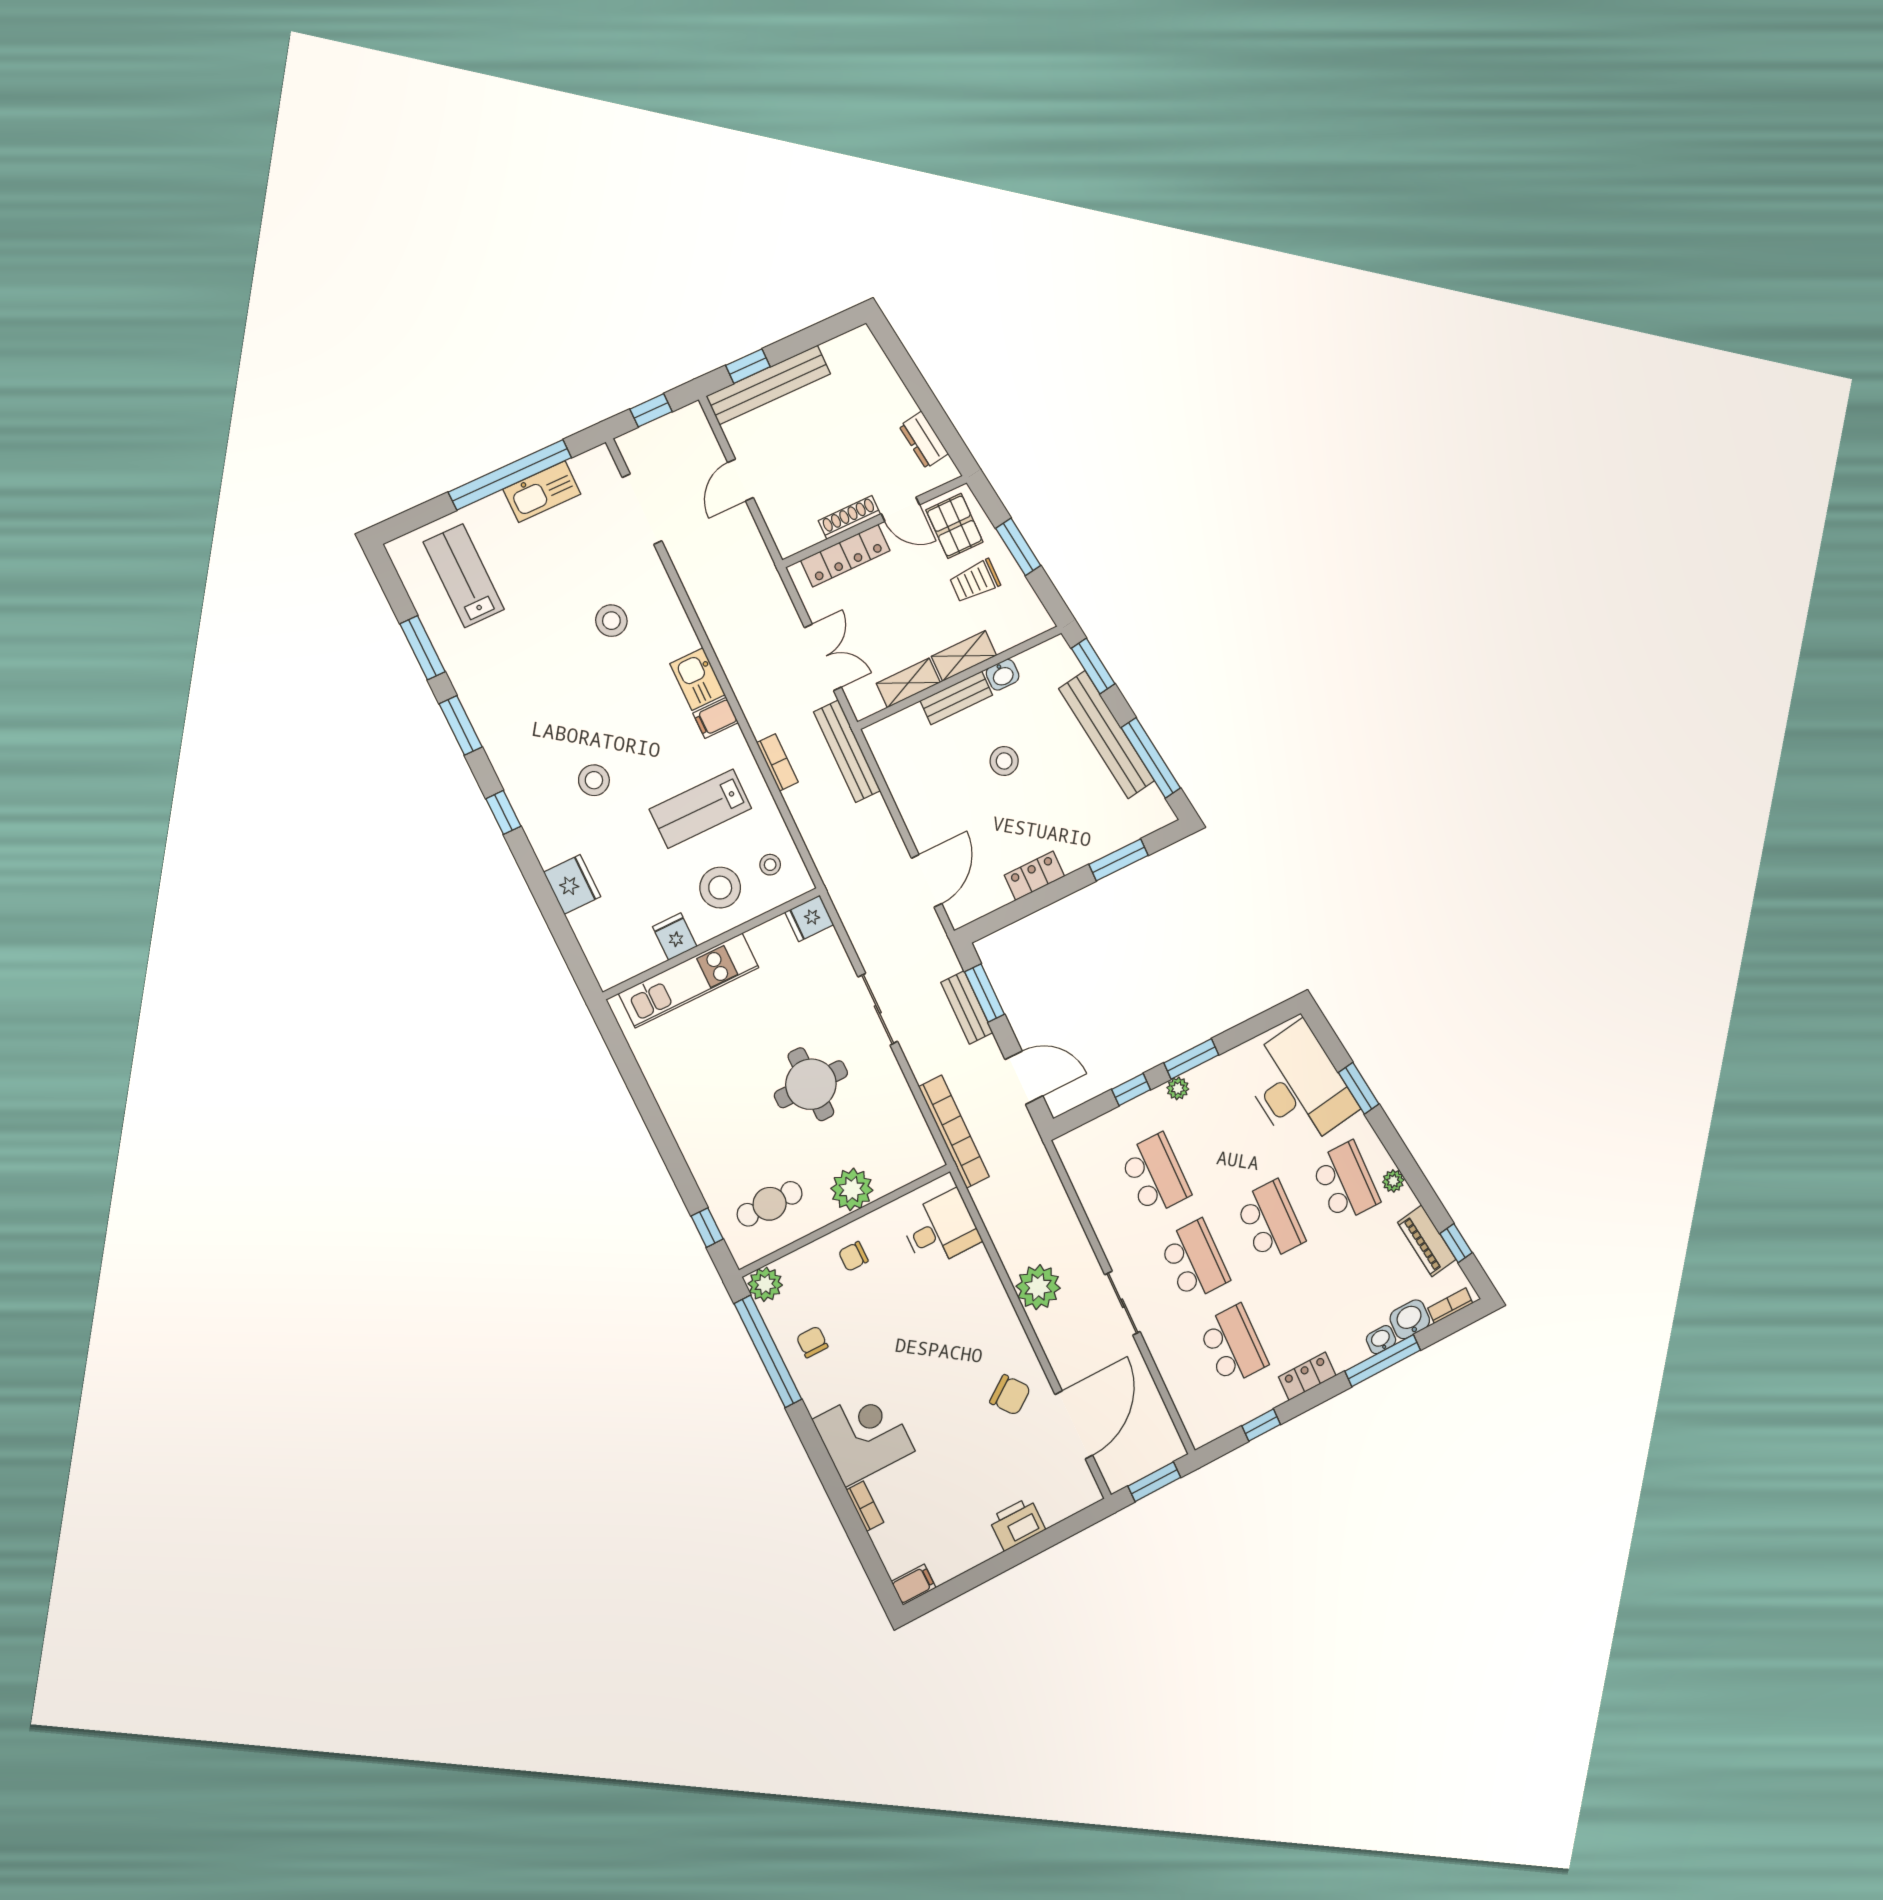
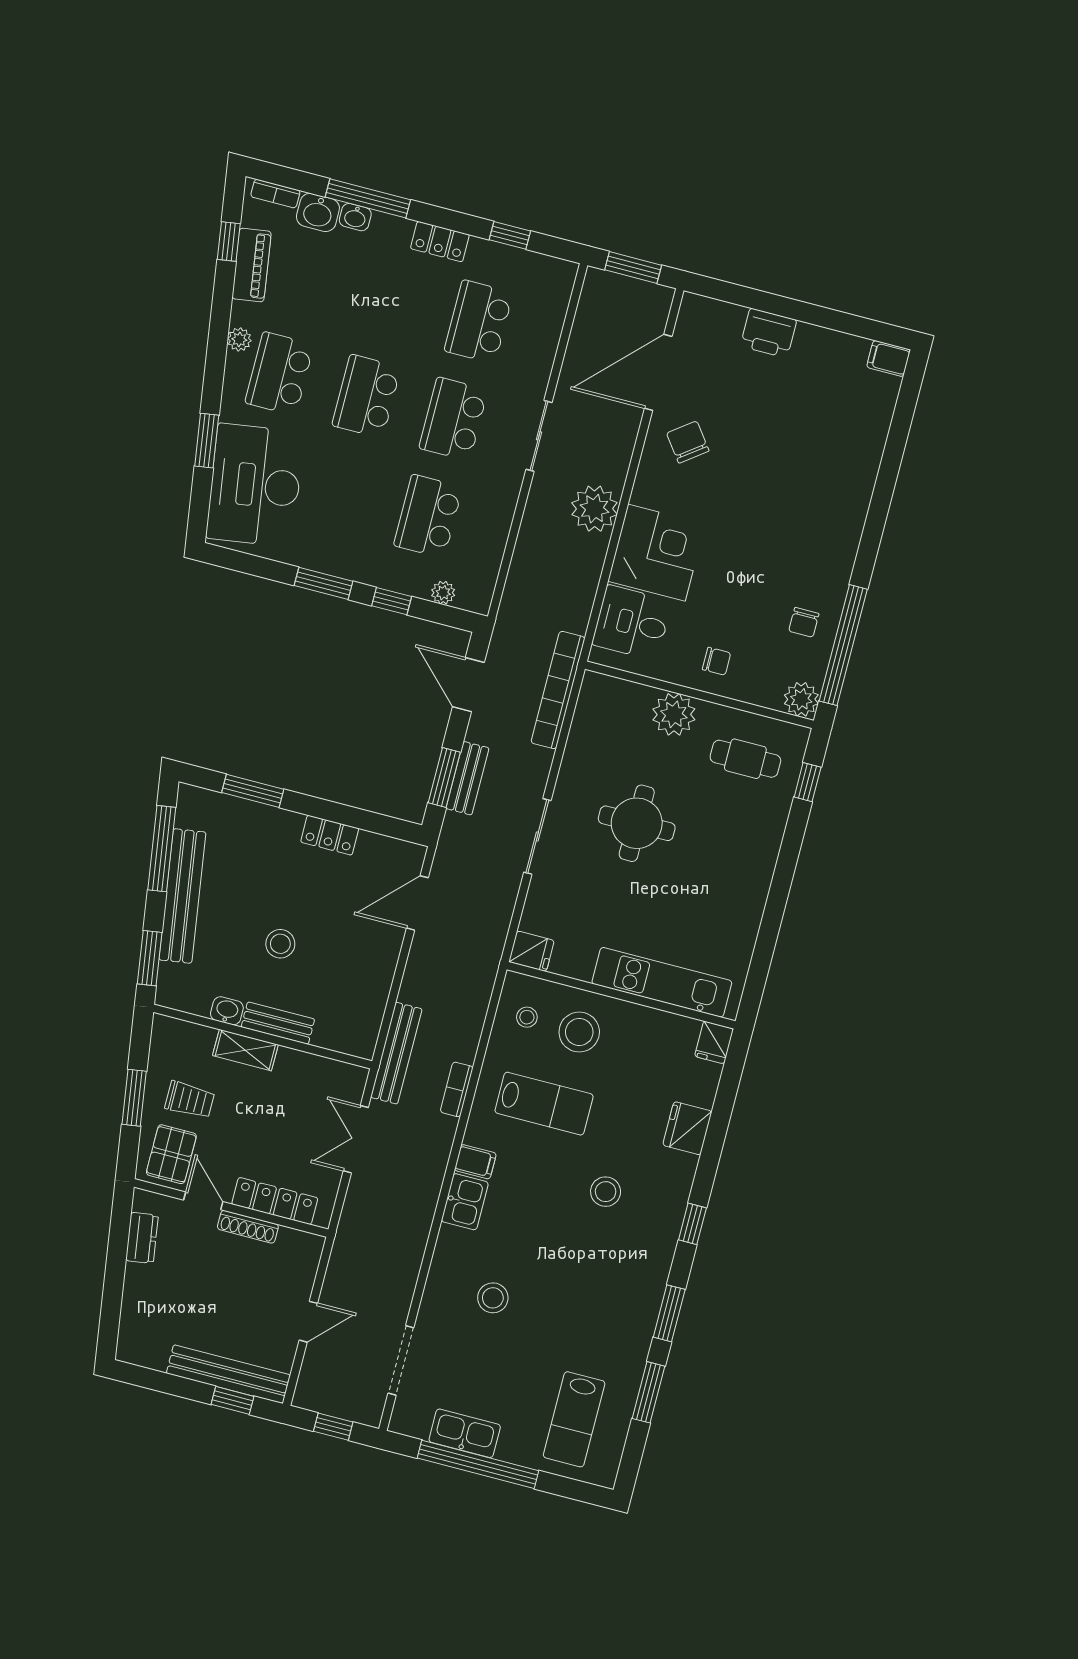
shelving: (908, 683) -> (306, 1066), removed
fridge: (675, 937) -> (714, 1042), moved
plant: (1178, 1088) -> (443, 593), moved
corner desk: (864, 1435) -> (656, 553), moved, turned 180
bookcase: (865, 1506) -> (873, 456), removed

